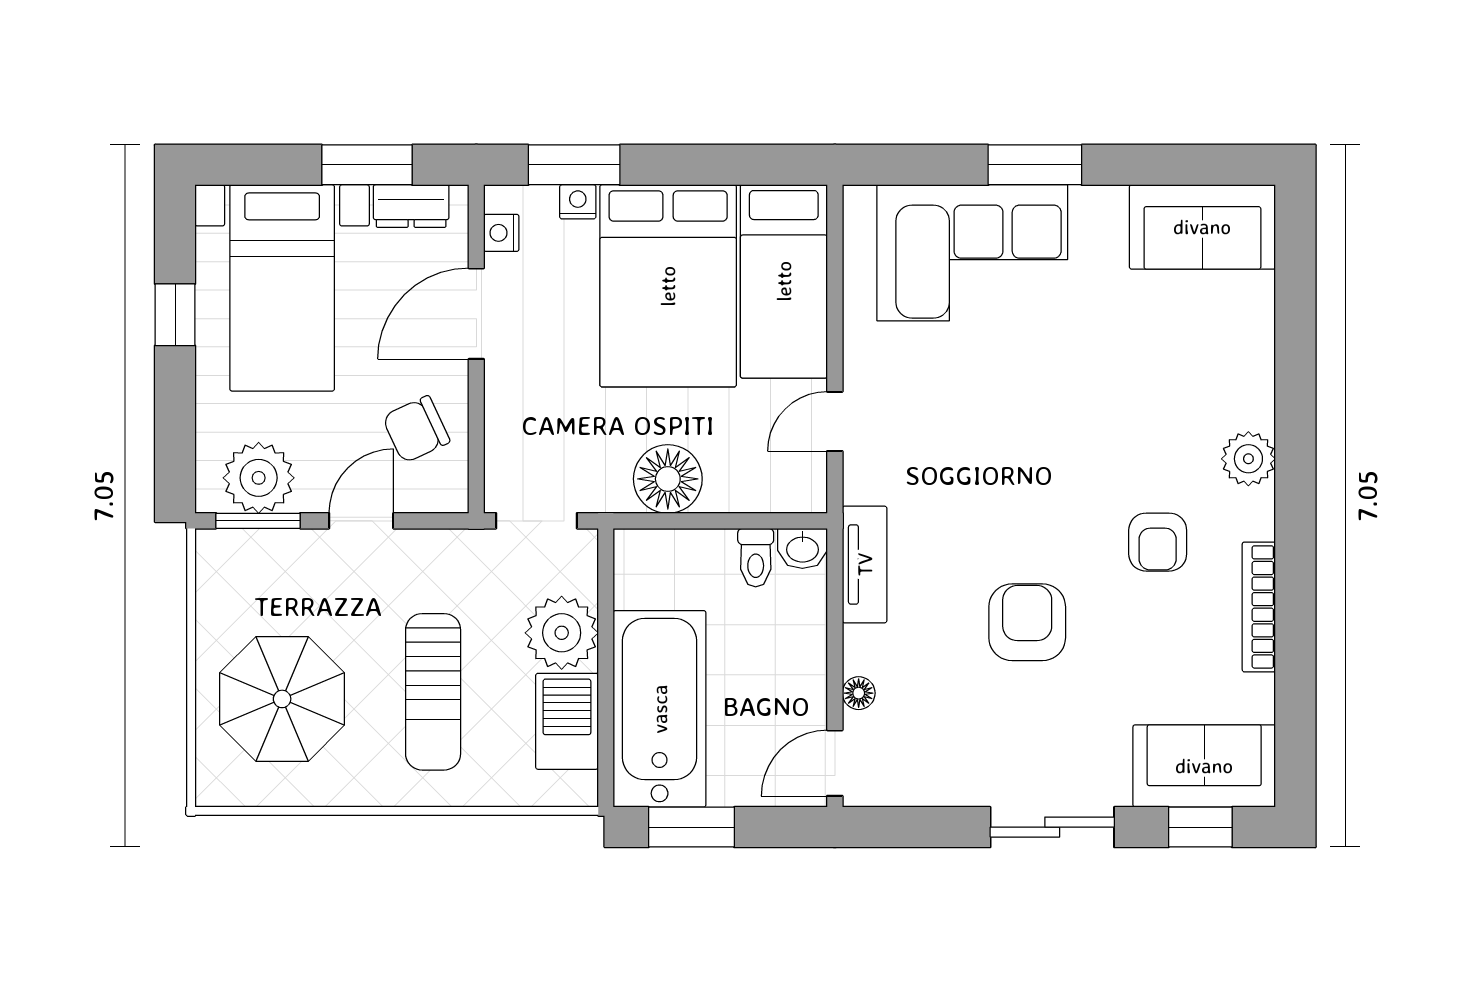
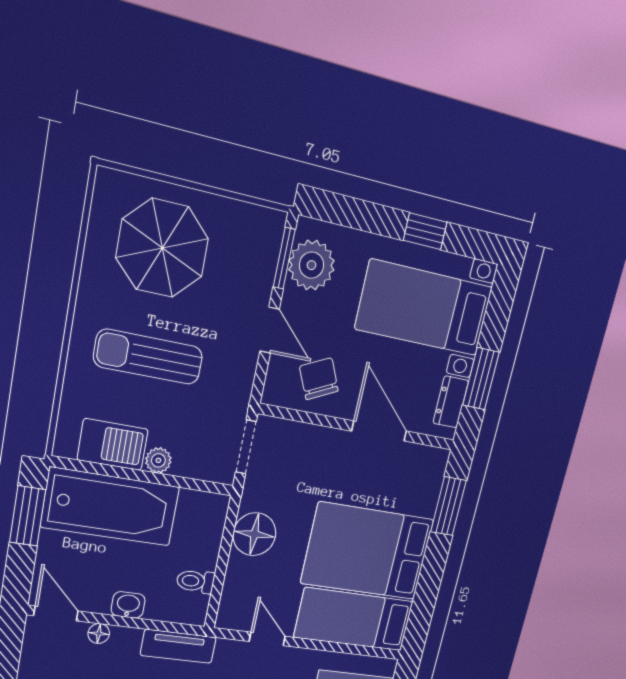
nightstand: (578, 202) -> (428, 505), removed
nightstand: (501, 233) -> (422, 455), removed
washbasin: (802, 548) -> (128, 605), moved, turned 90
plant: (562, 633) -> (158, 460), width x0.53, depth x0.53

